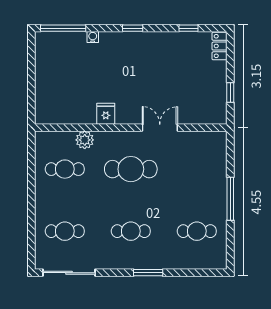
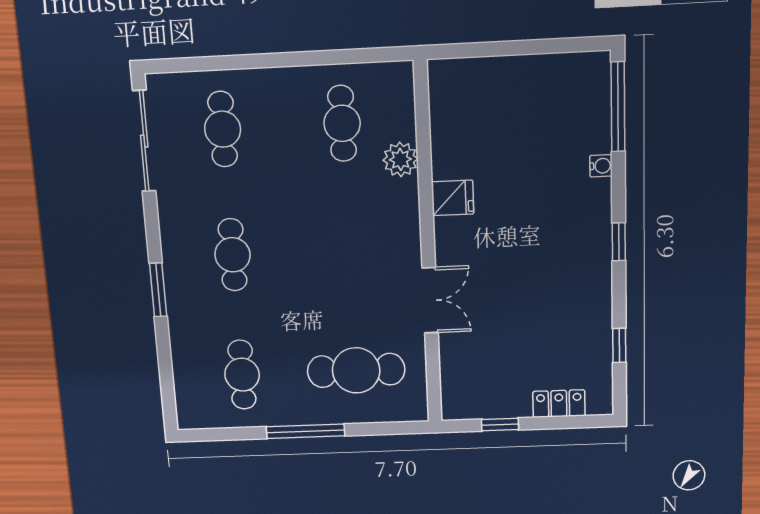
locker: (220, 46) -> (559, 404), moved
cafe table: (131, 169) -> (356, 370), moved, turned 90

